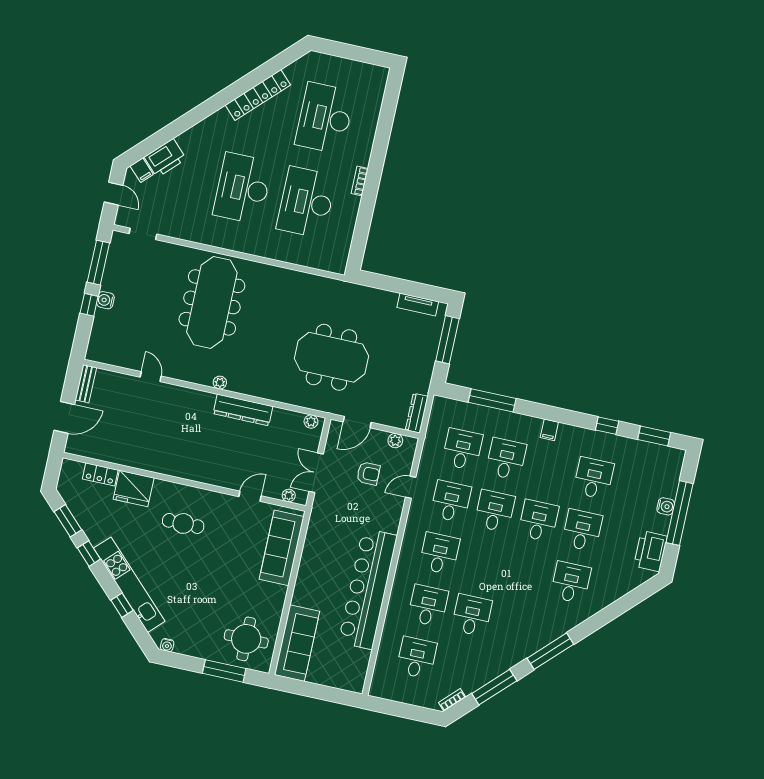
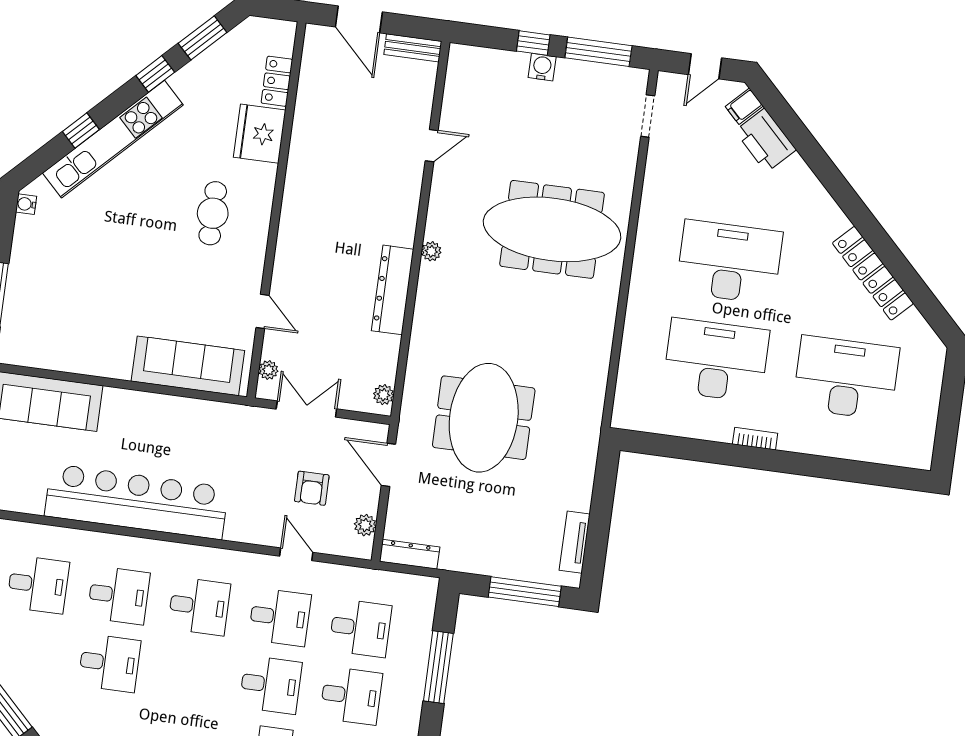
round table: (246, 639) -> (45, 323), removed

